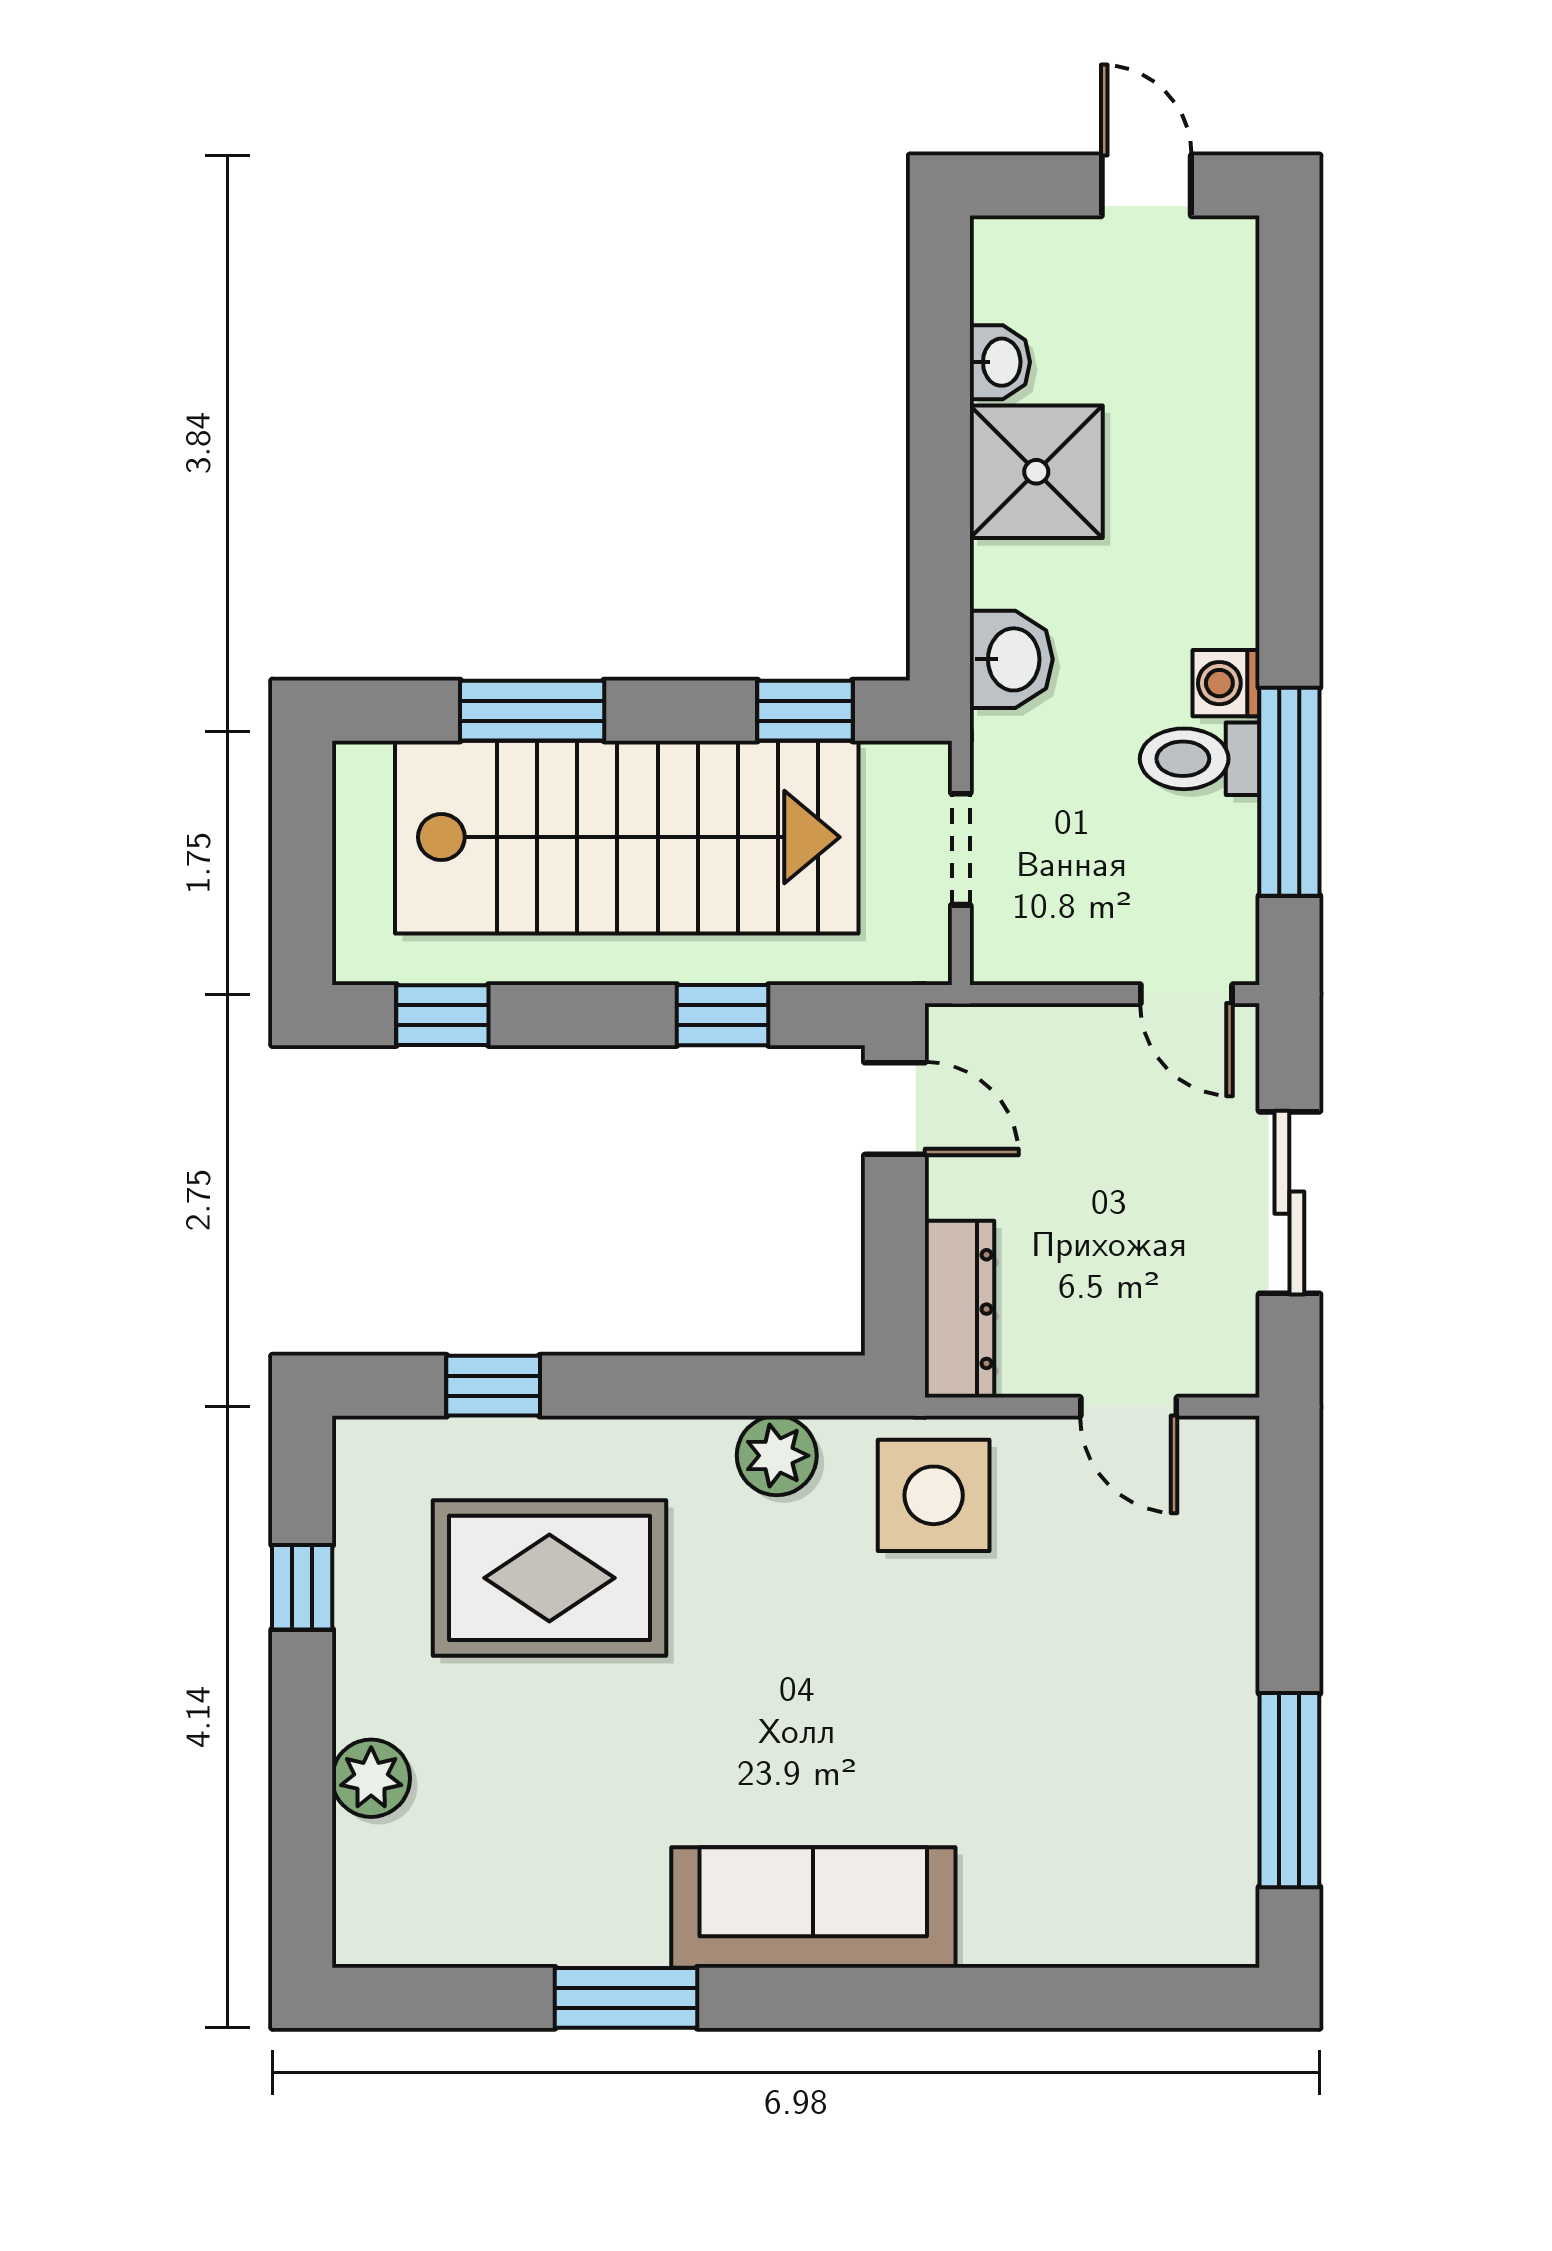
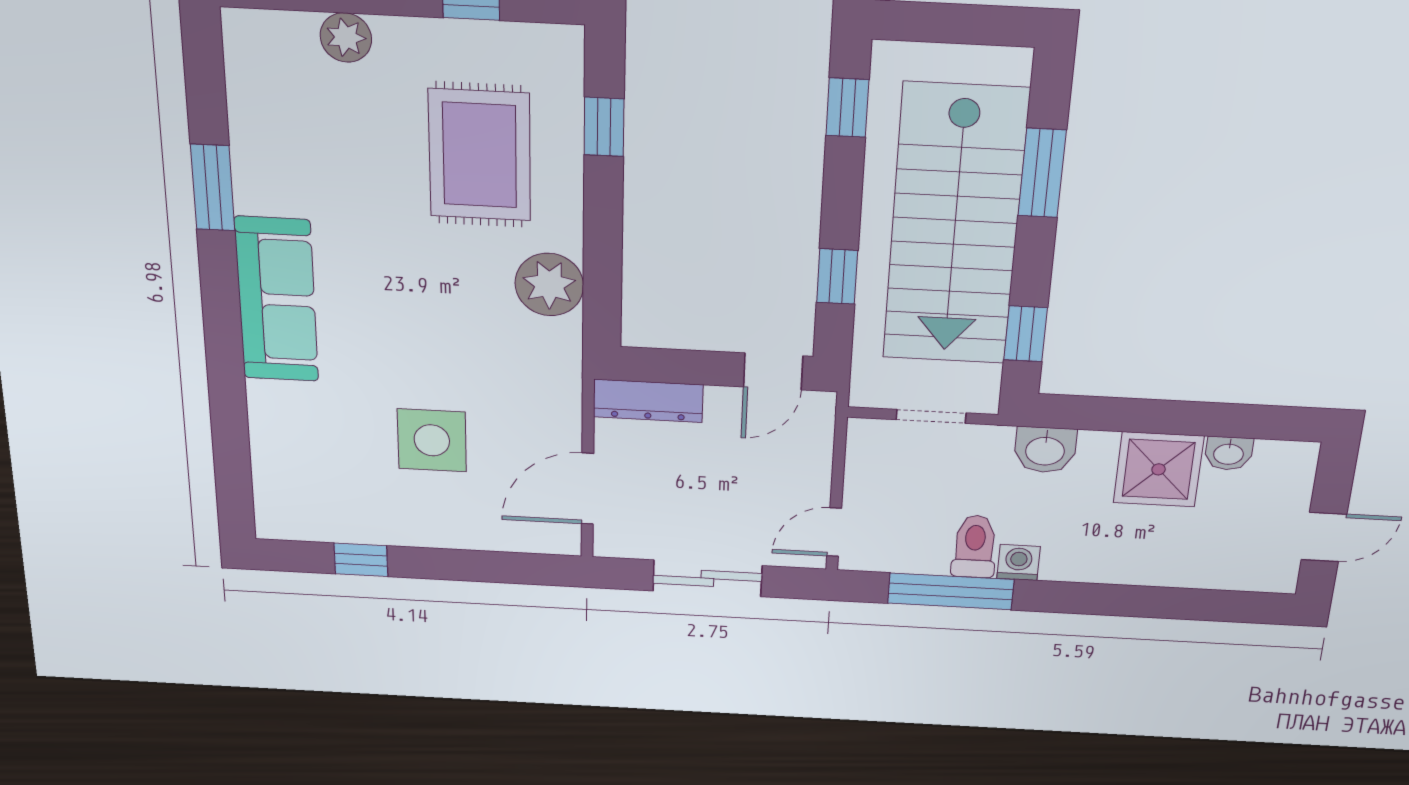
door: (1129, 1407) -> (588, 489), width x1.38
plant: (777, 1456) -> (549, 285), width x1.36, depth x1.36
side table: (934, 1495) -> (432, 440), moved
window: (1289, 1790) -> (361, 560), width x0.46

